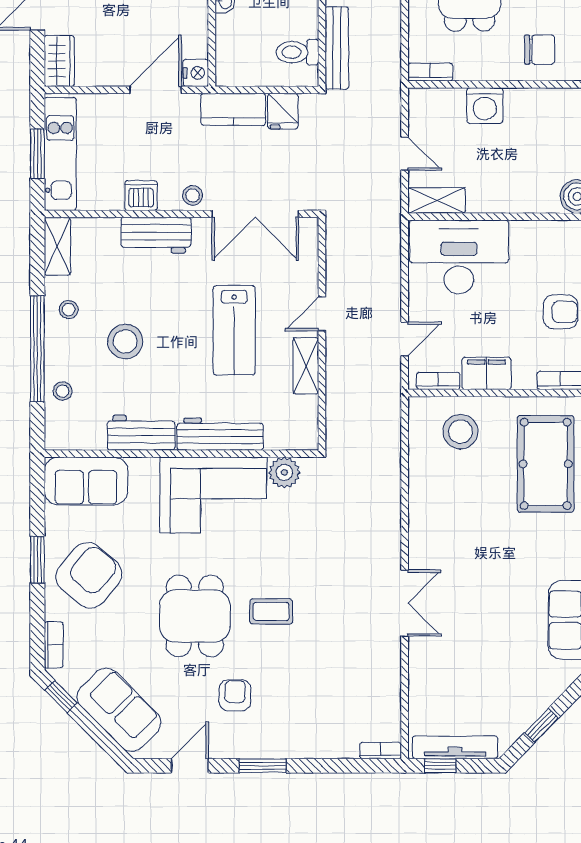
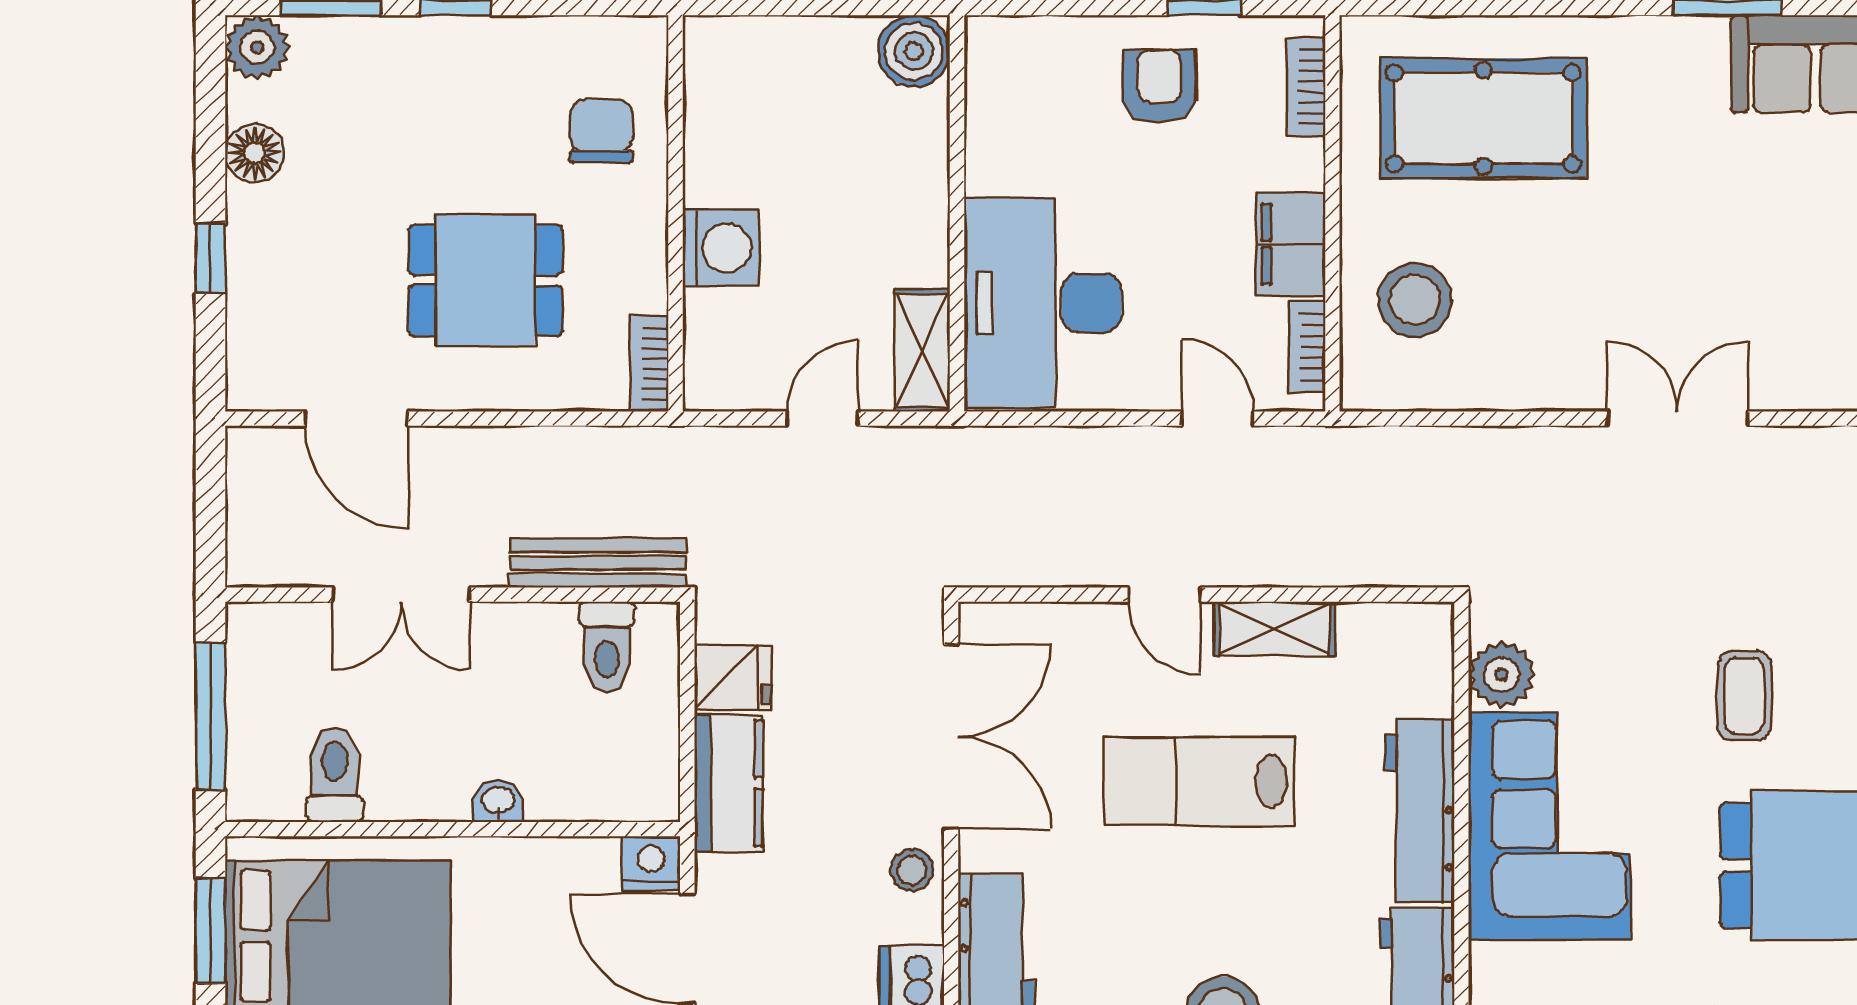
lab bench: (234, 330) -> (1199, 781), turned 180
double door: (405, 603) -> (1678, 419), moved
coffee table: (271, 611) -> (1745, 696), moved

